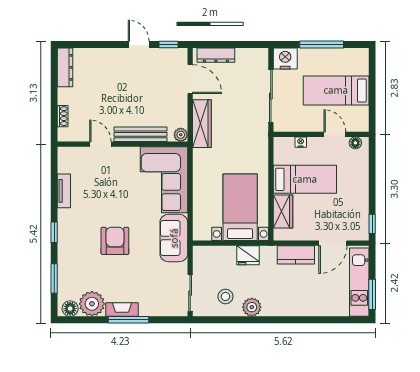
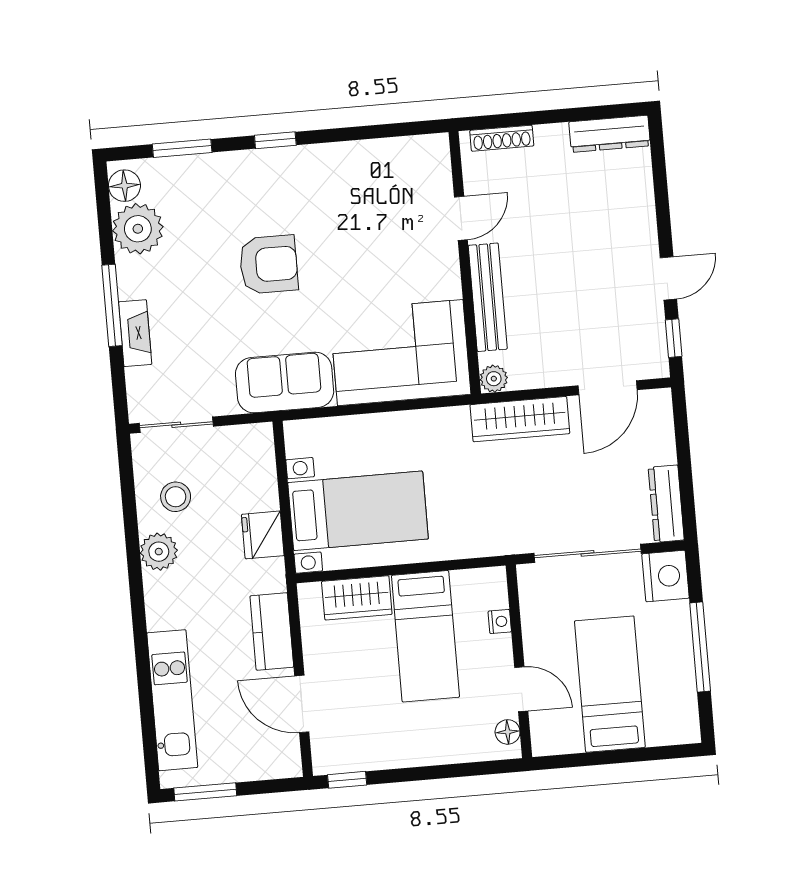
dresser: (216, 55) -> (666, 504), moved
shoe rack: (63, 116) -> (502, 138), width x1.43
door: (335, 134) -> (521, 689), hinge flipped
tv unit: (64, 191) -> (361, 153), removed
kitchen unit: (359, 282) -> (172, 700), moved, turned 90
fireplace: (122, 310) -> (135, 333), moved

